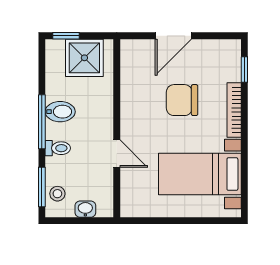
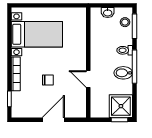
shower: (84, 58) -> (121, 106), moved
chair: (182, 100) -> (48, 80), width x0.54, depth x0.54
door: (117, 154) -> (88, 79), moved

